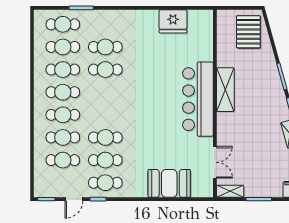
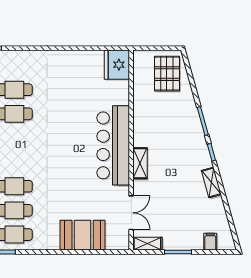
fridge: (173, 21) -> (117, 65), moved, turned 90
shelving: (225, 90) -> (140, 163), moved, width x0.67, depth x0.75

